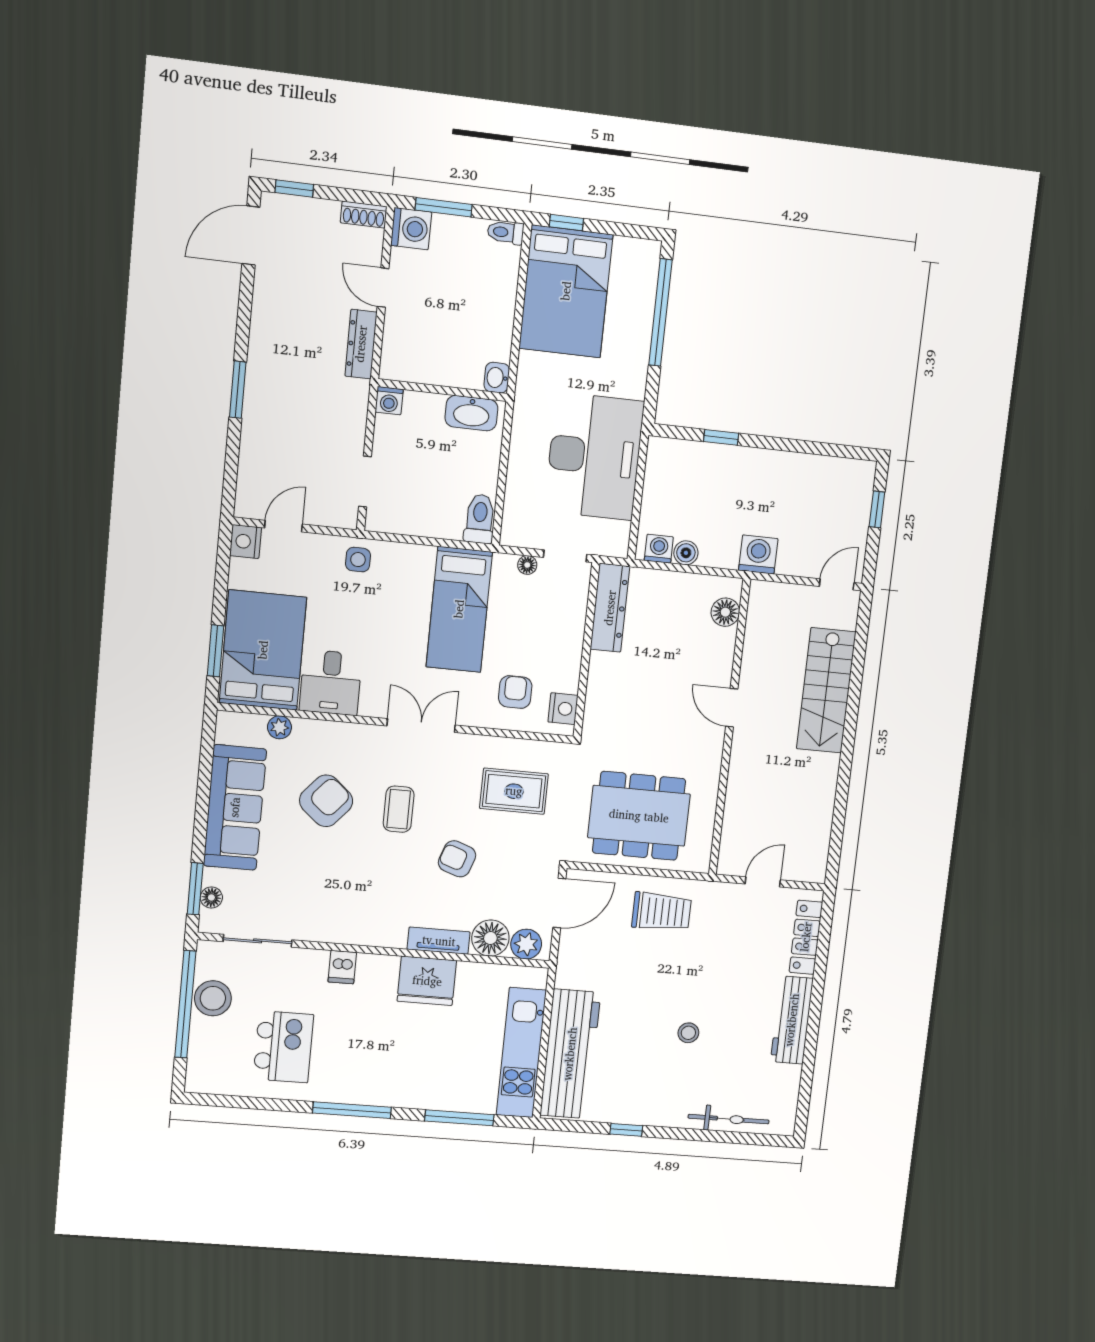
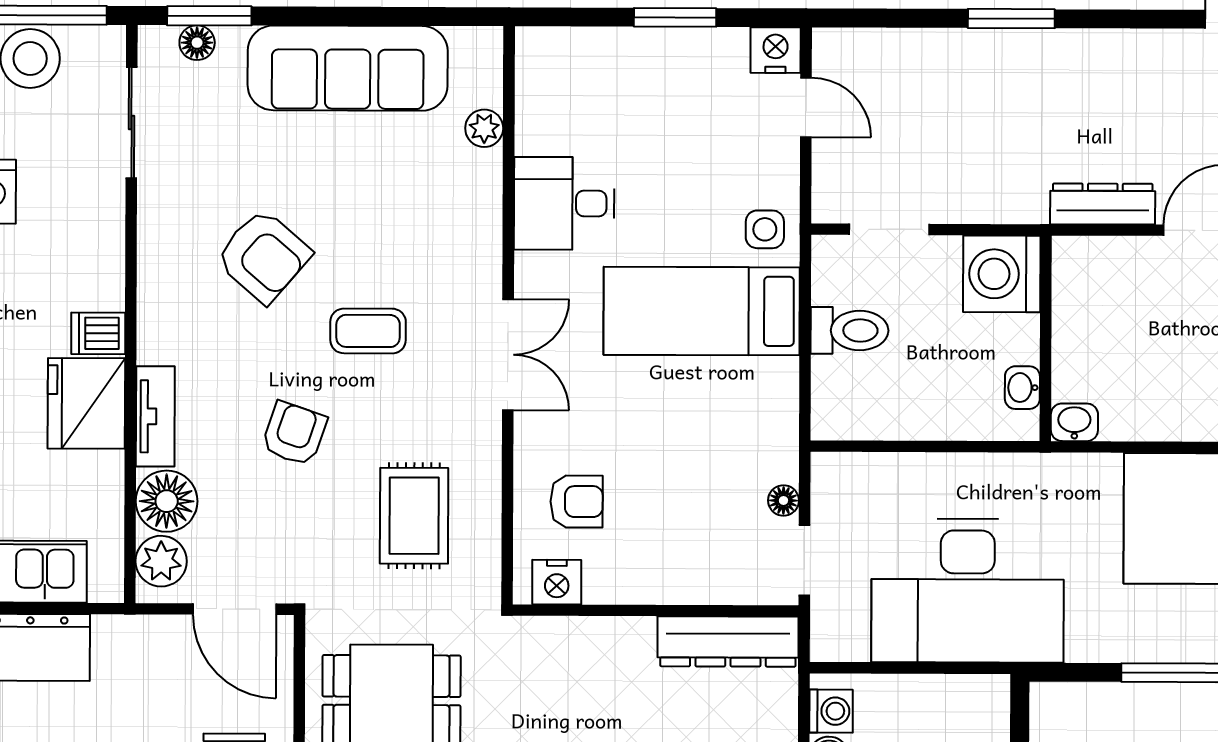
washing machine: (389, 401) -> (1002, 274), width x1.89, depth x1.89
washbasin: (471, 413) -> (1022, 388), width x0.52, depth x0.69
toilet: (480, 519) -> (850, 330), moved
bed: (459, 609) -> (702, 311), moved
bed: (263, 650) -> (606, 92), removed
window: (215, 651) -> (675, 17), moved
armchair: (326, 801) -> (263, 256), moved
dishwasher: (342, 967) -> (98, 333), moved

